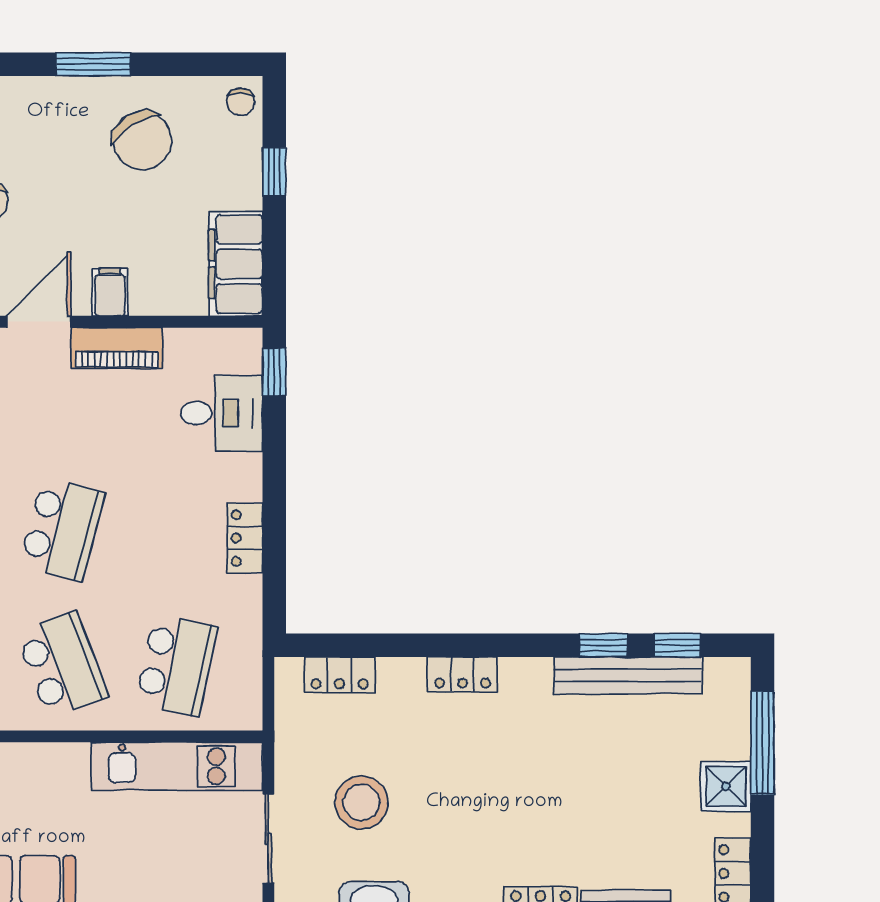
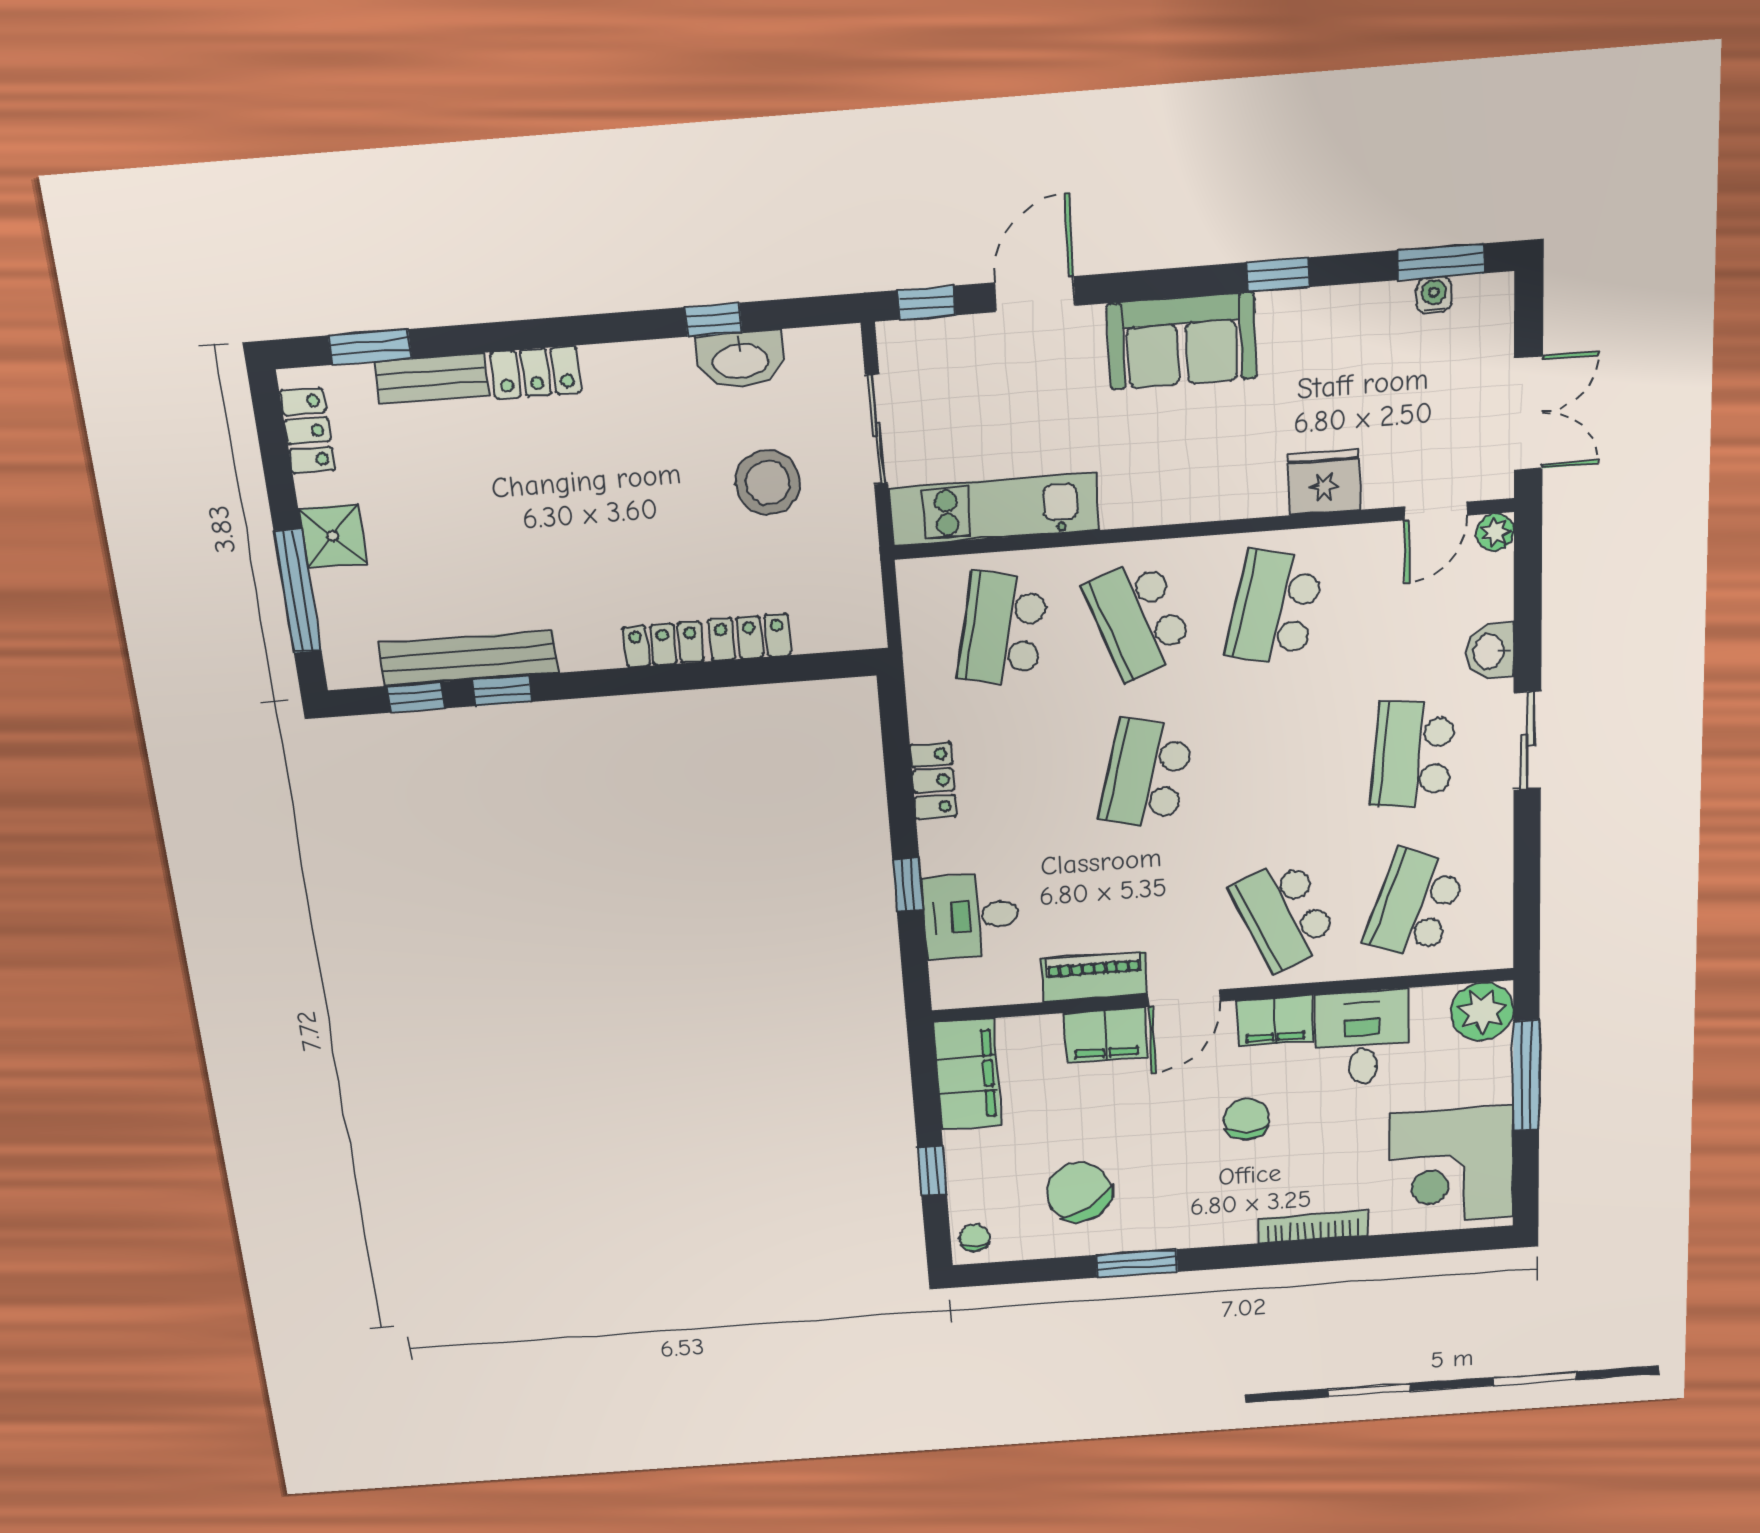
filing cabinet: (110, 292) -> (1106, 1035), width x2.00
window: (274, 372) -> (908, 885), moved
locker: (340, 675) -> (750, 637), moved

